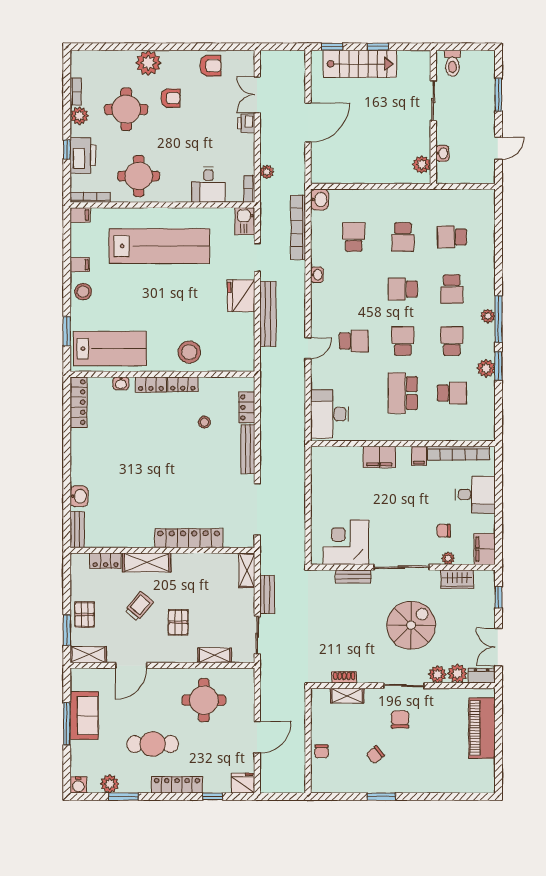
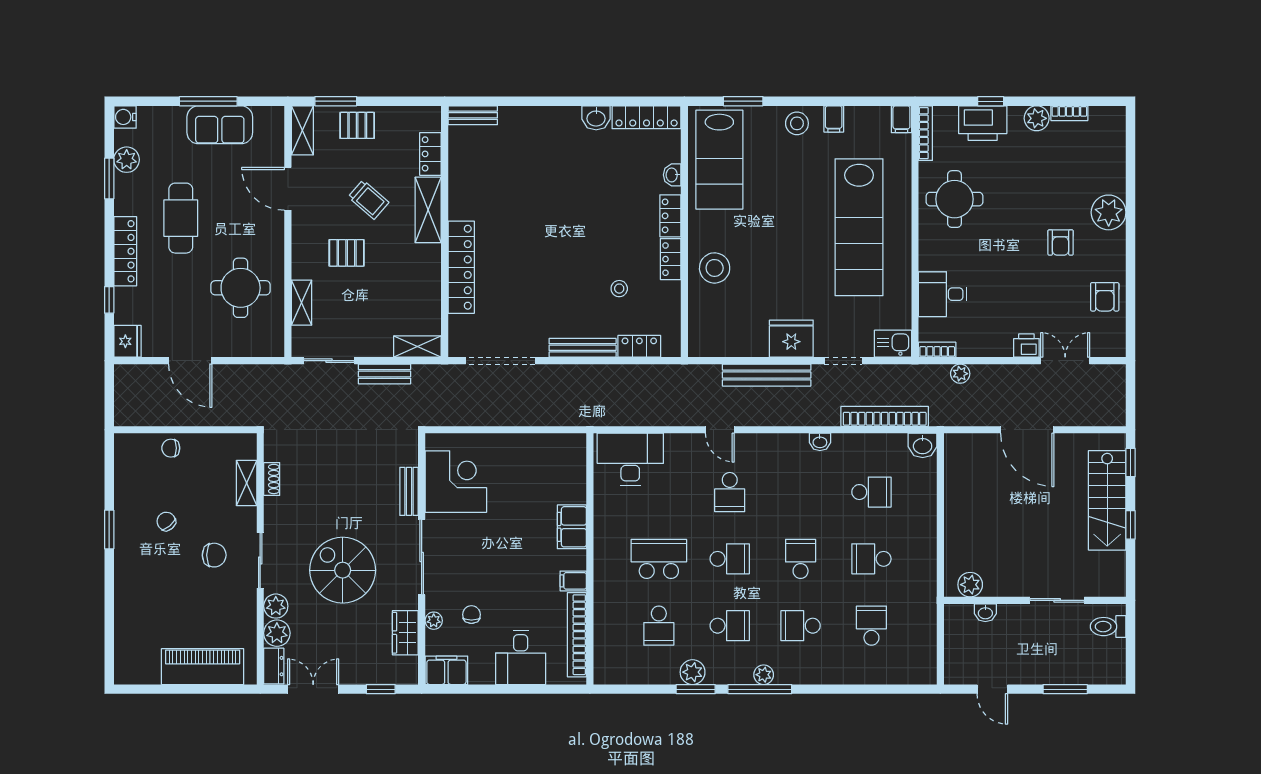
round table: (126, 109) -> (1045, 182), removed
washbasin: (79, 496) -> (596, 118), moved
spiral stairs: (411, 625) -> (343, 570), turned 180

